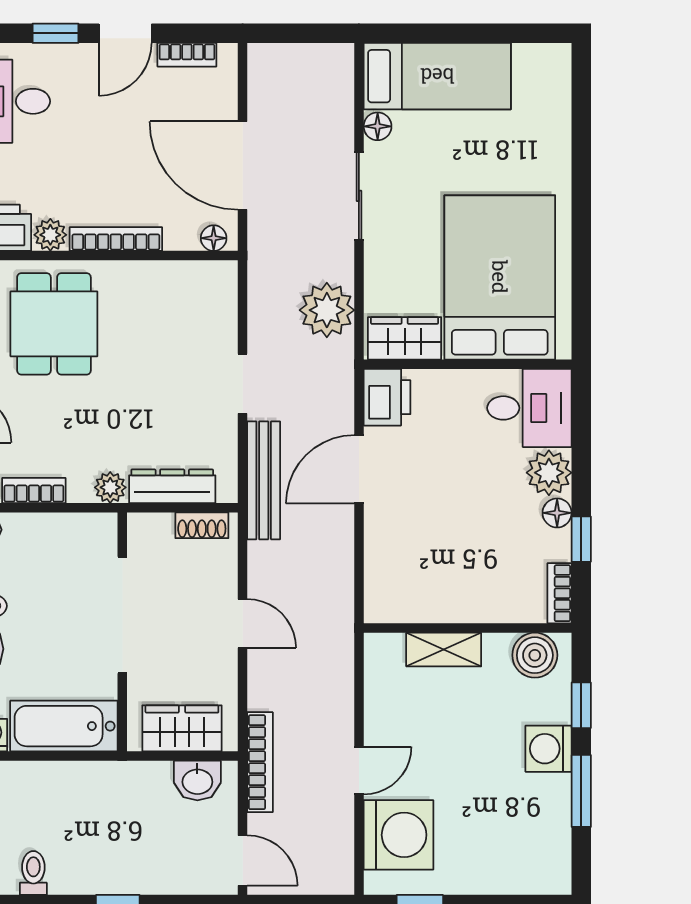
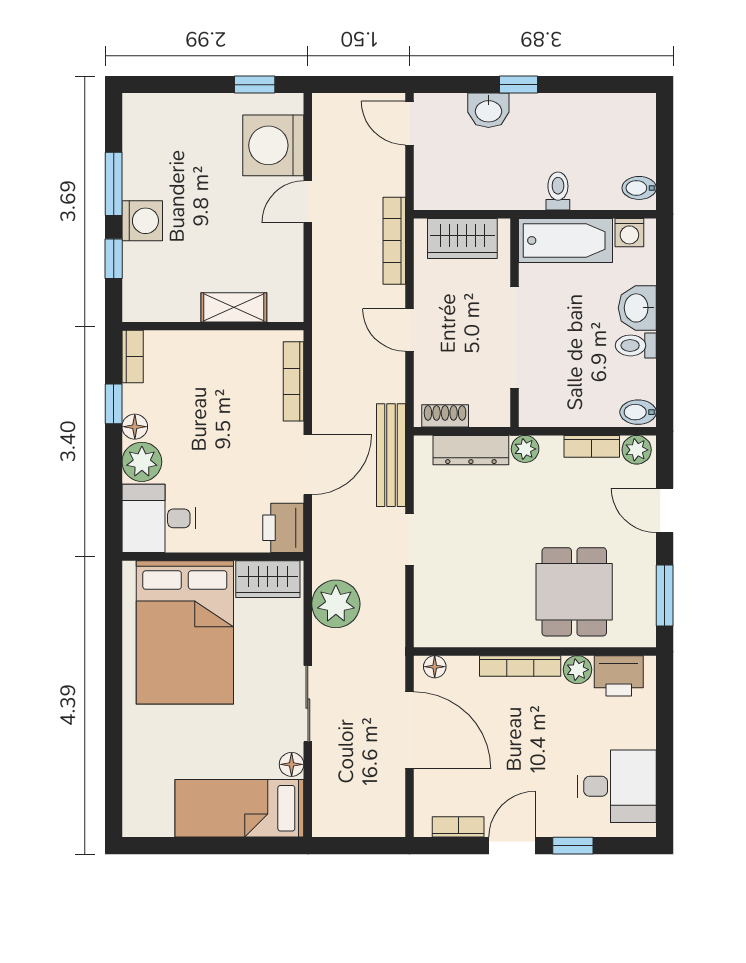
bookcase: (375, 565) -> (294, 381), added
boiler: (535, 655) -> (154, 302), removed
bookcase: (260, 762) -> (394, 241), moved
washbasin: (197, 781) -> (488, 110), moved, turned 180
toilet: (33, 873) -> (558, 191), moved, turned 180

